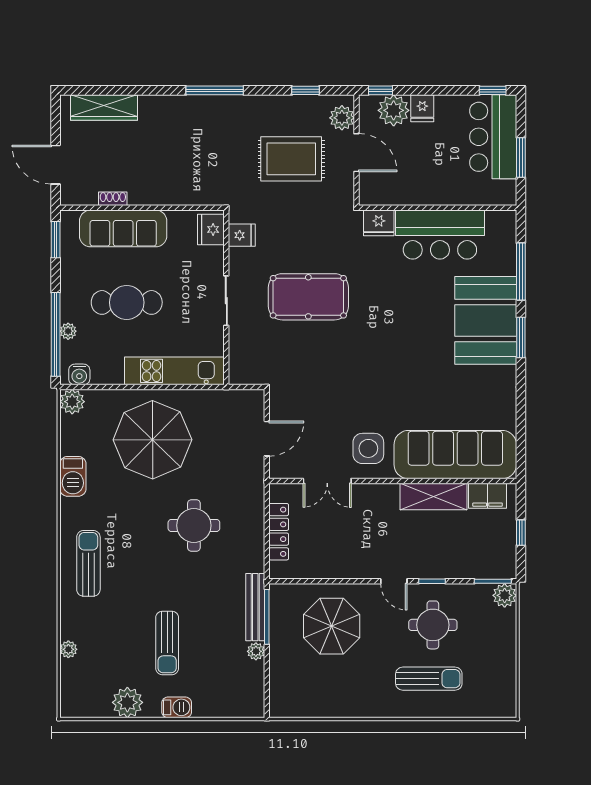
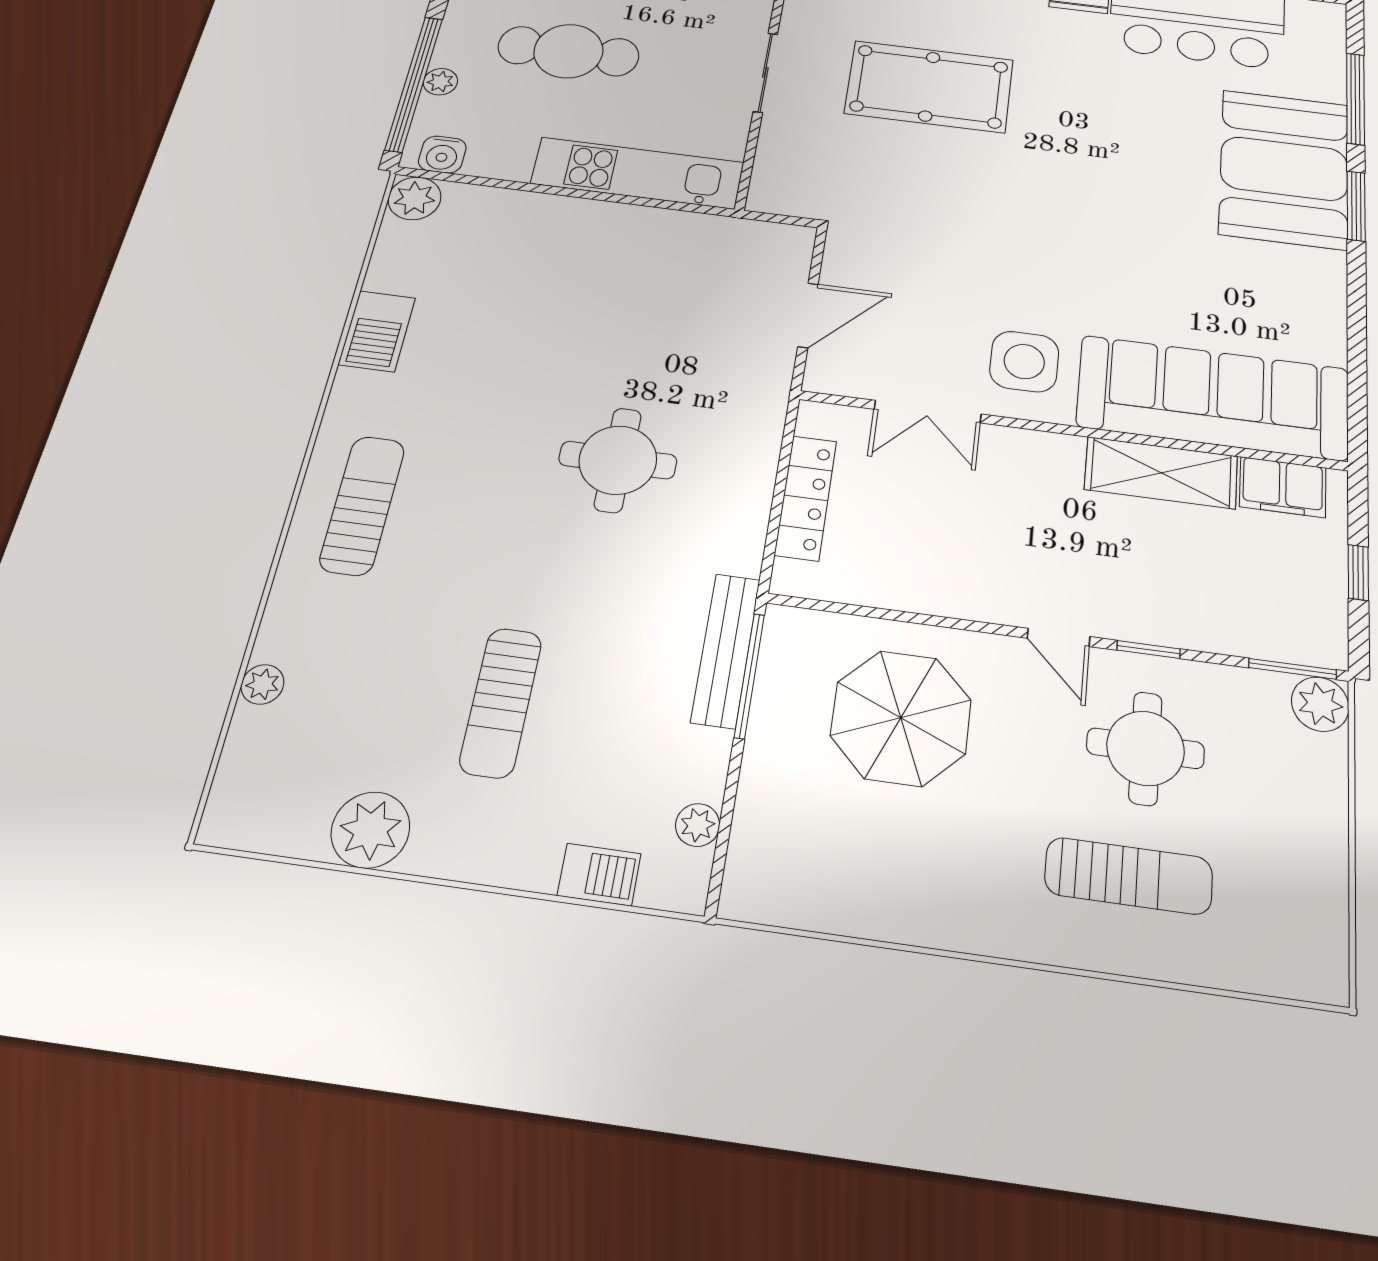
parasol: (152, 440) -> (564, 286), removed
plant: (256, 651) -> (698, 825), moved
barbecue: (177, 707) -> (599, 875), moved

